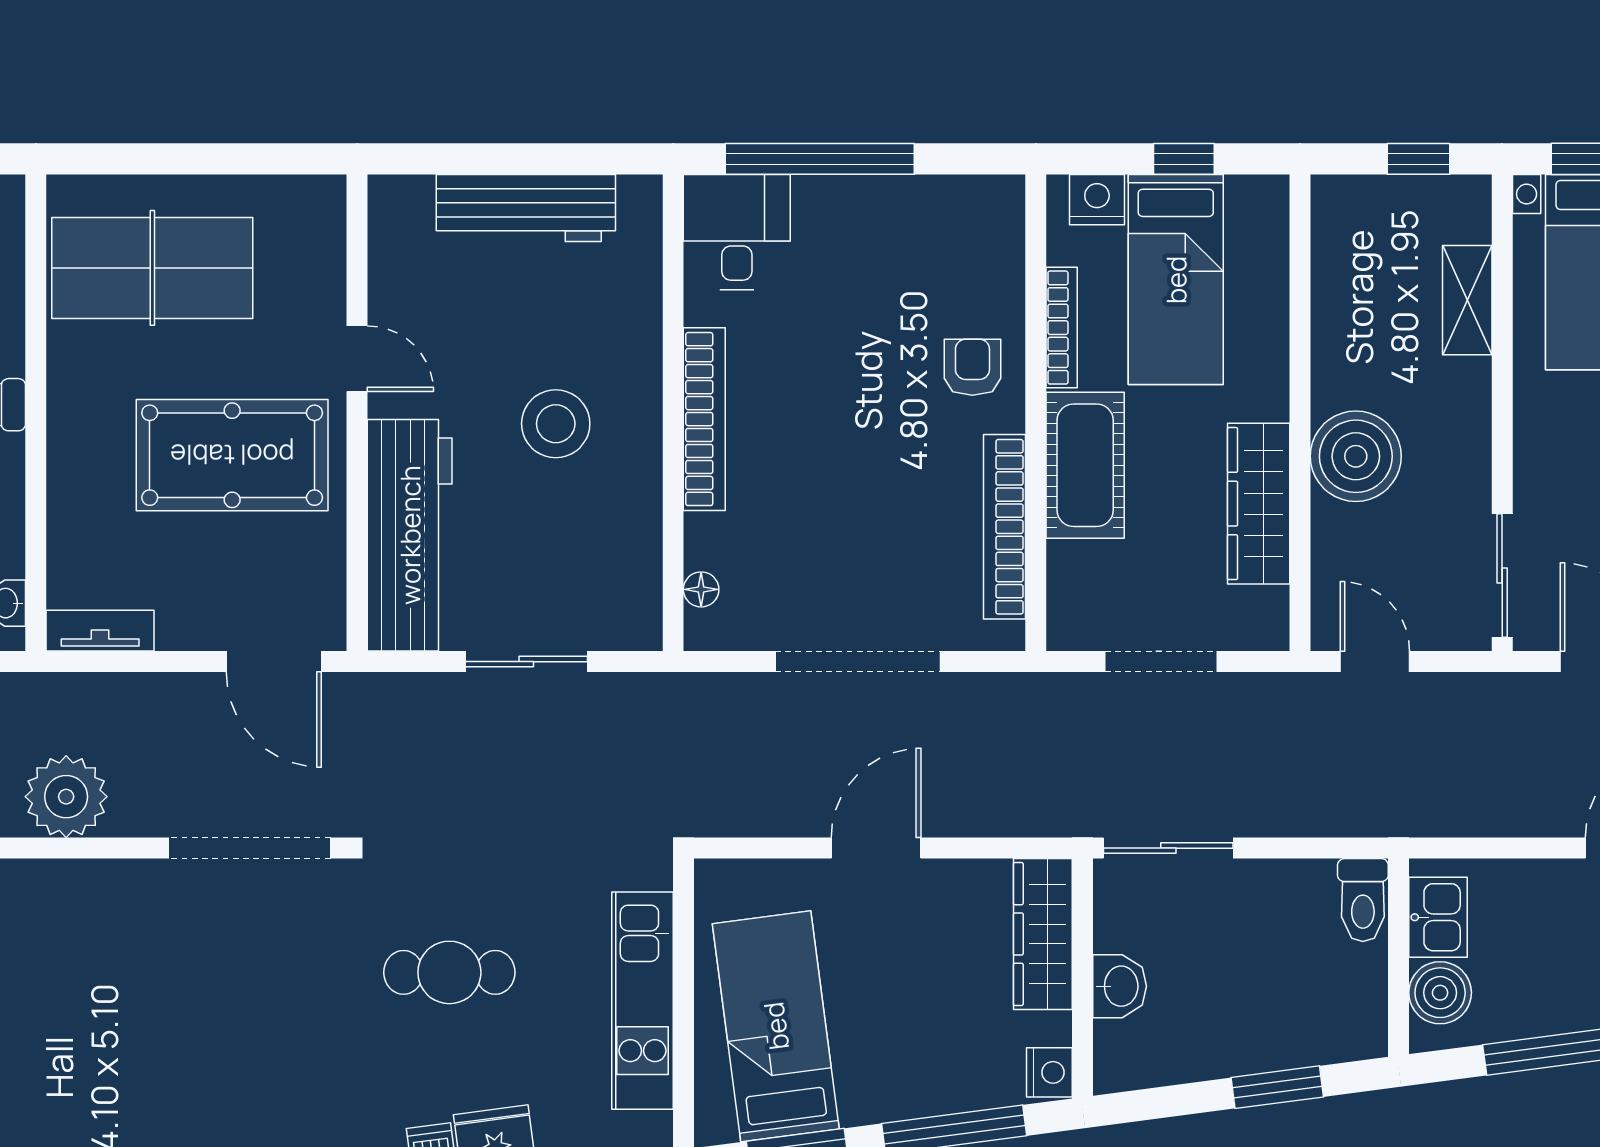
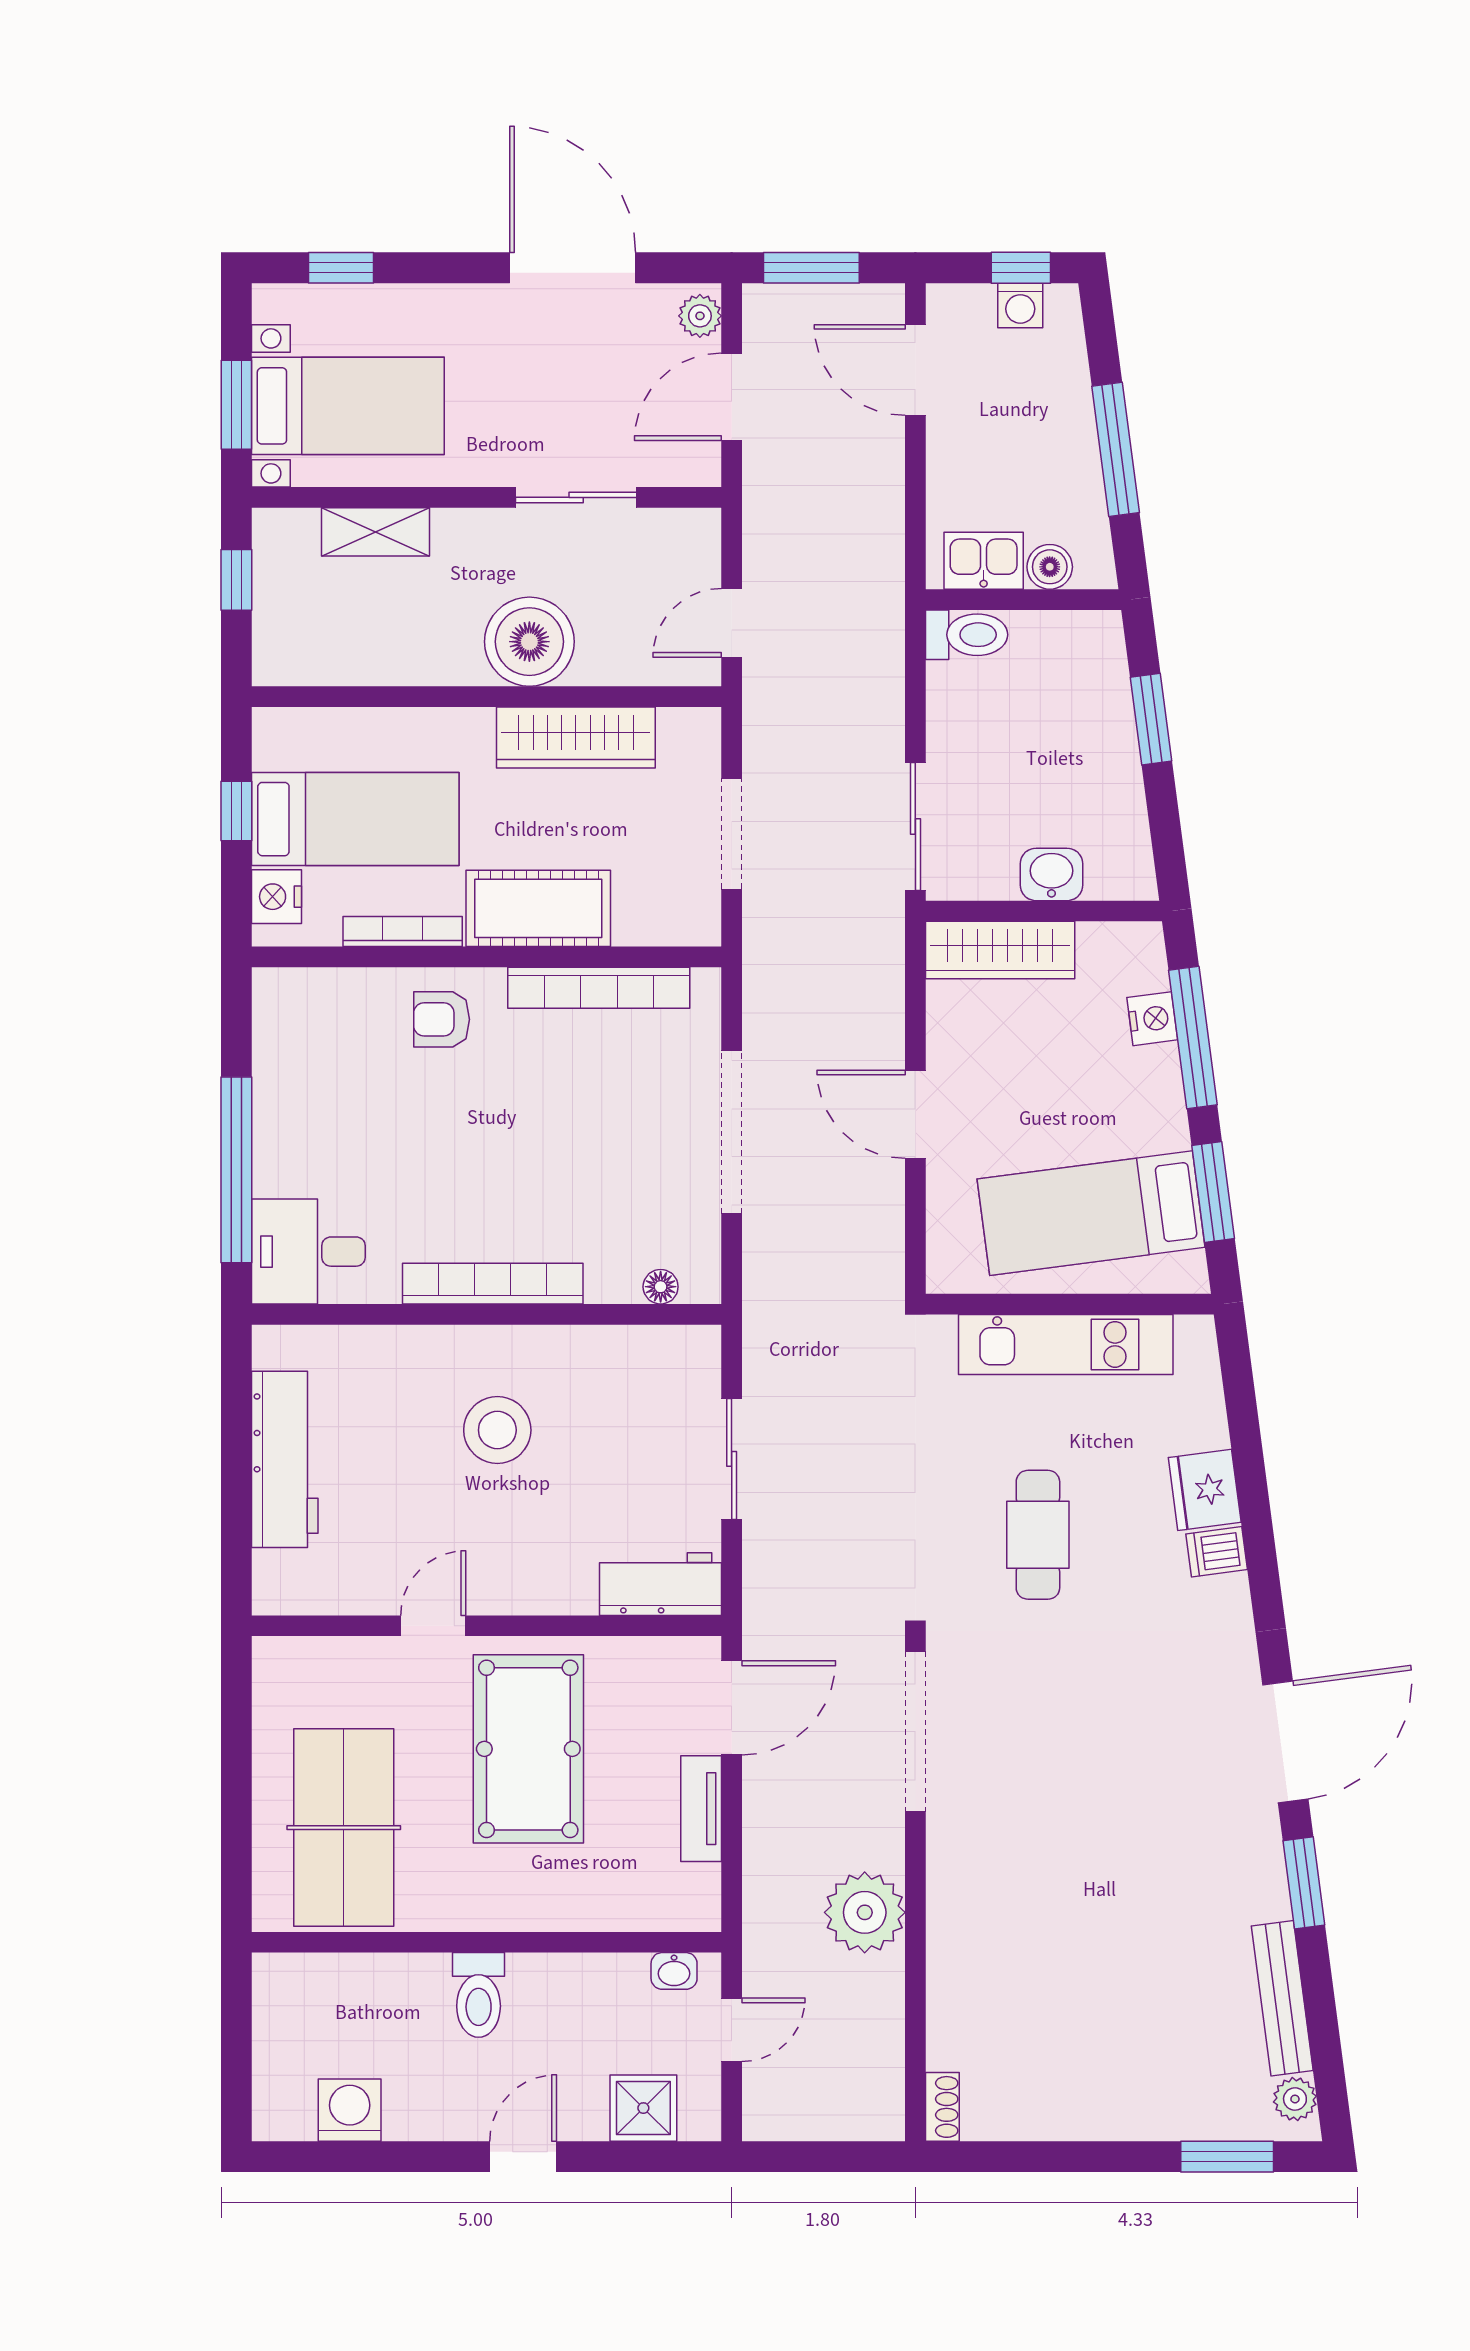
workbench: (410, 535) -> (660, 1584), width x0.53, depth x0.76
sliding door: (1502, 575) -> (576, 497), moved
tv unit: (100, 631) -> (701, 1809), moved
boiler: (1440, 993) -> (1050, 567), width x0.73, depth x0.73
nightstand: (1049, 1072) -> (1152, 1019), moved, turned 83

